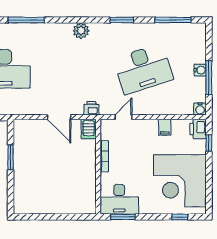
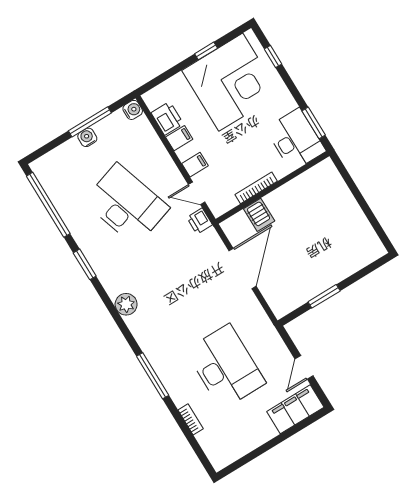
window: (173, 20) -> (48, 205), width x1.46
printer: (91, 108) -> (200, 221), moved
door: (59, 117) -> (243, 268), width x1.36
filing cabinet: (142, 127) -> (195, 165), added
server rack: (89, 129) -> (259, 215), moved, turned 90
printer: (198, 129) -> (167, 118), moved, turned -90
window: (209, 143) -> (206, 51), moved

